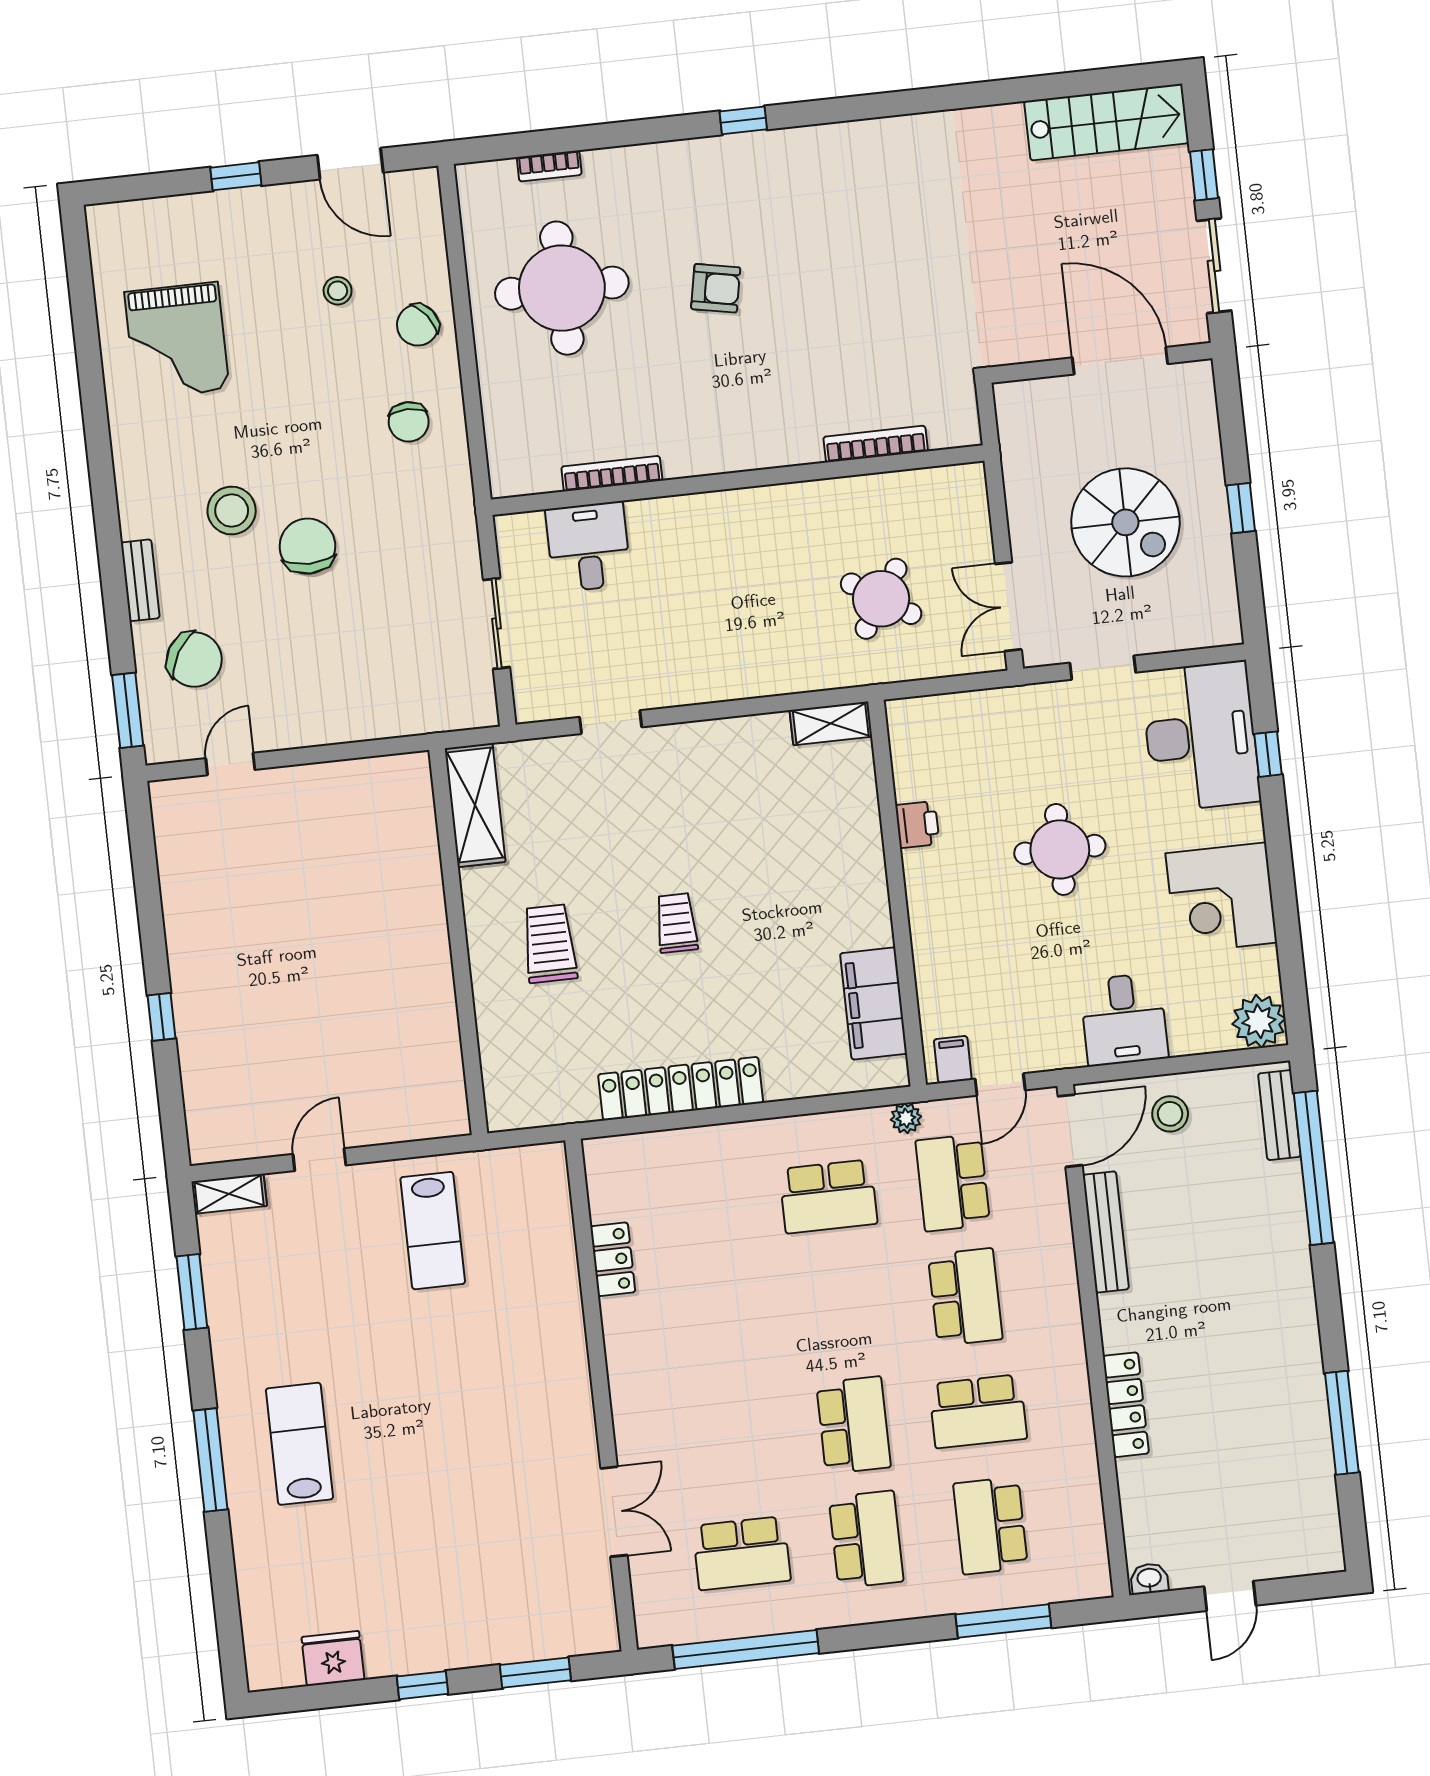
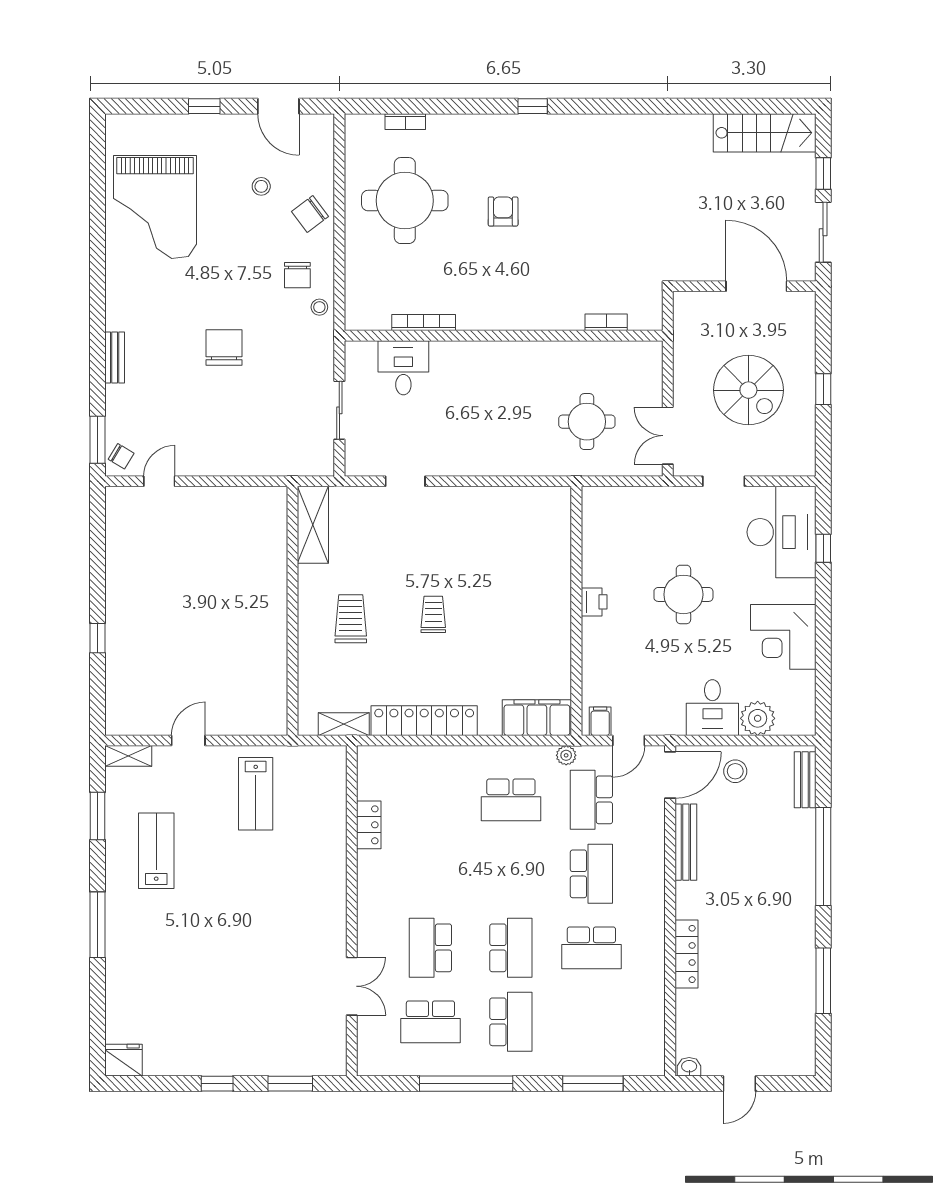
armchair: (716, 288) -> (503, 211), turned -101
grand piano: (177, 341) -> (155, 207), width x1.37, depth x1.48
bookcase: (876, 444) -> (606, 322), width x0.64
stool: (232, 511) -> (319, 307), moved, width x0.53, depth x0.53
round table: (881, 599) -> (587, 422), turned -33
chair: (194, 659) -> (121, 456), moved, width x0.54, depth x0.54
shelving: (831, 723) -> (344, 724), moved
printer: (917, 825) -> (594, 602), moved
filing cabinet: (874, 1003) -> (537, 718), moved, turned 90
plant: (1259, 1021) -> (758, 718), moved
window: (1314, 1168) -> (823, 857), moved
lab bench: (299, 1444) -> (156, 851), moved
school desk: (991, 1526) -> (430, 948), moved
window: (746, 1649) -> (466, 1084), moved
fridge: (333, 1658) -> (123, 1060), moved

